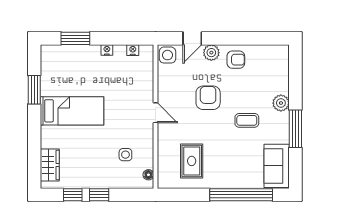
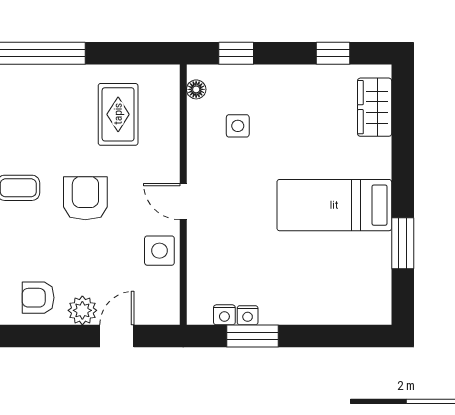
window: (75, 38) -> (253, 336), moved
nightstand: (107, 50) -> (248, 315), moved
side table: (167, 55) -> (159, 251), moved
armchair: (208, 98) -> (85, 198), moved, turned 180
window: (99, 195) -> (236, 53), moved

